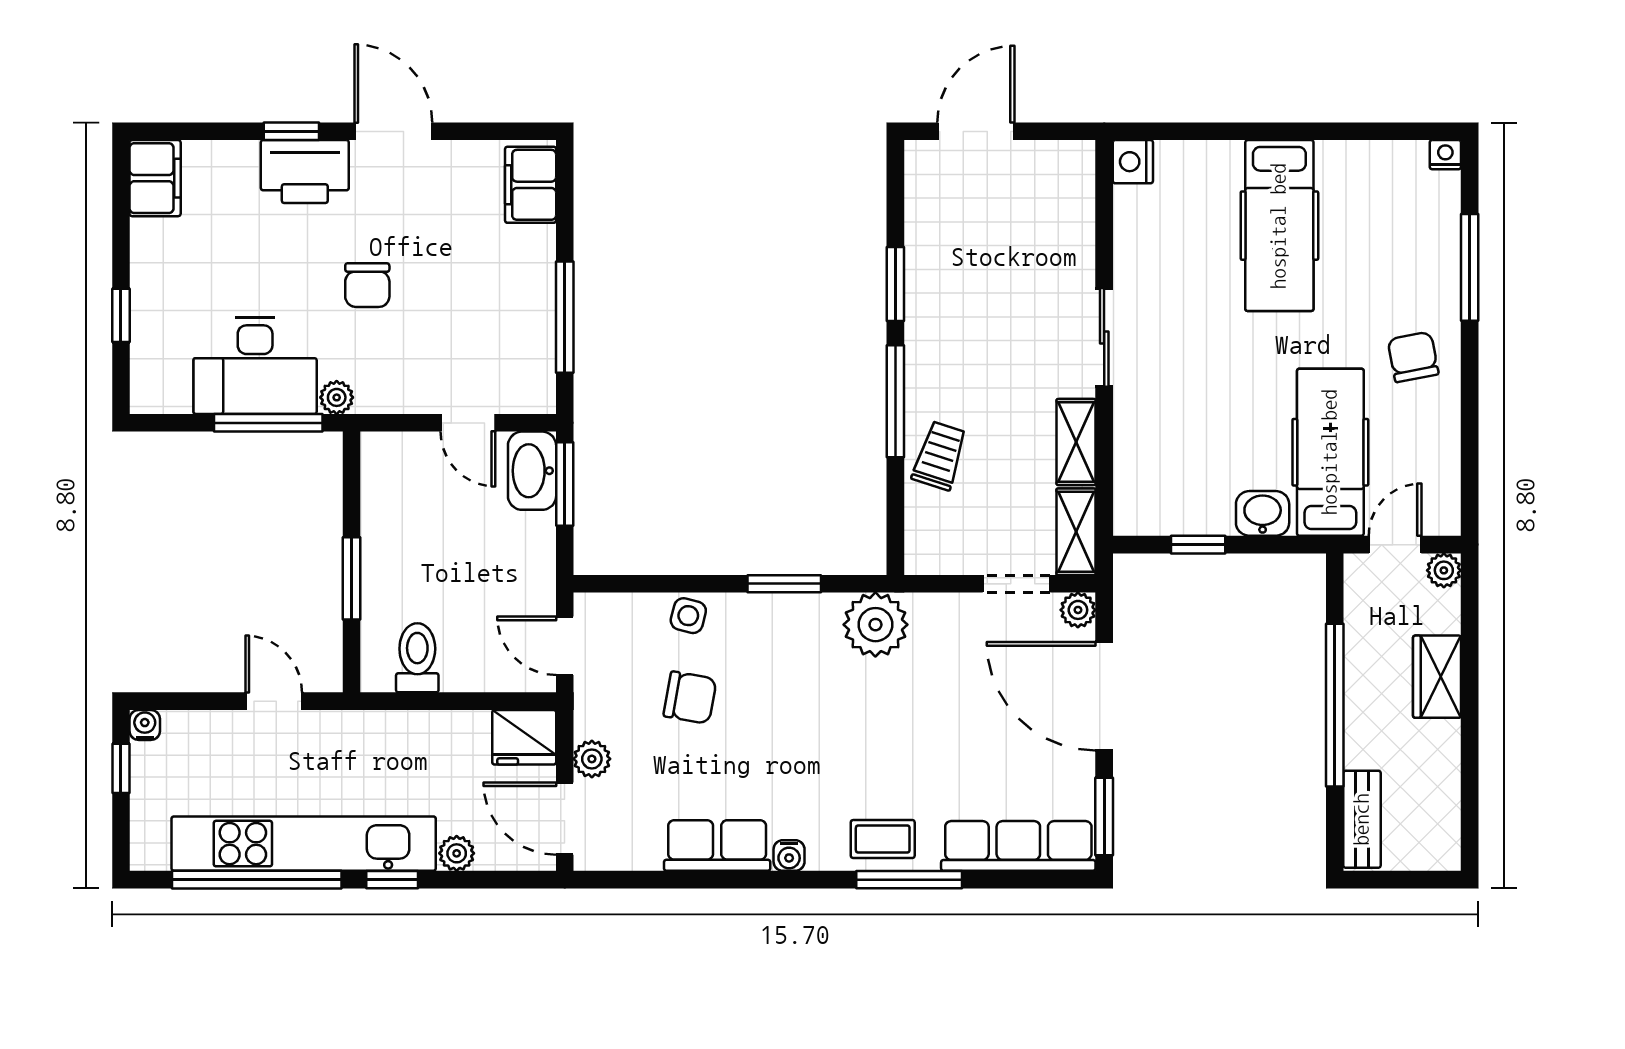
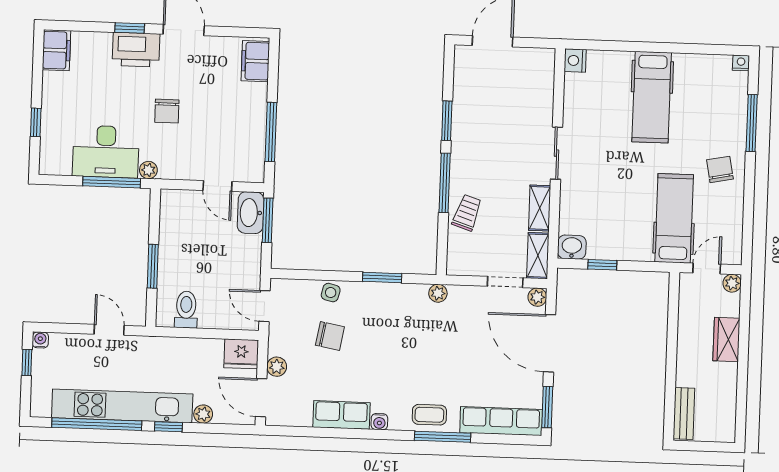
washbasin: (1263, 513) -> (572, 247), moved
plant: (875, 625) -> (438, 293), width x0.53, depth x0.53
window: (1335, 705) -> (672, 353), removed

